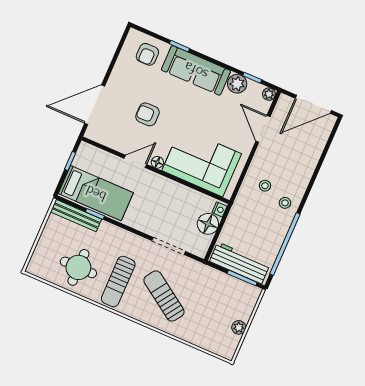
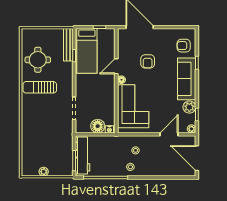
armchair: (148, 114) -> (148, 61), turned 180
door: (135, 161) -> (116, 66), swing flipped
sun lounger: (164, 296) -> (43, 119), removed

